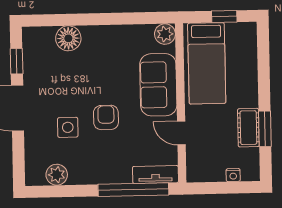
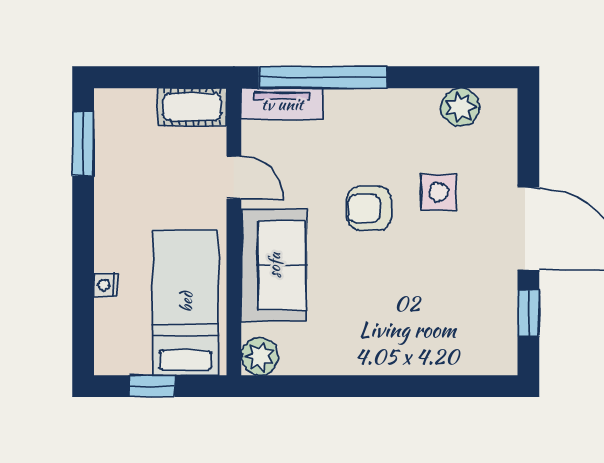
floor lamp: (68, 38) -> (434, 353), removed
armchair: (106, 117) -> (369, 208), turned 90
cot: (248, 128) -> (192, 107), moved, turned 90
window: (265, 129) -> (83, 144), moved
nightstand: (233, 175) -> (106, 285), moved, turned -90

